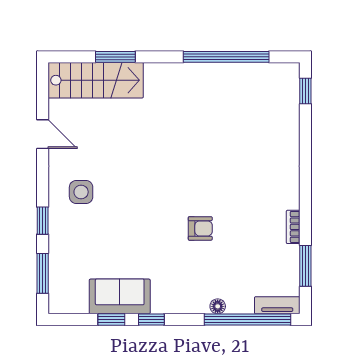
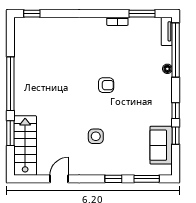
window: (226, 57) -> (10, 84), moved
side table: (81, 192) -> (96, 136), moved
armchair: (200, 228) -> (106, 85), moved, turned 90
sofa: (120, 296) -> (161, 145), moved

